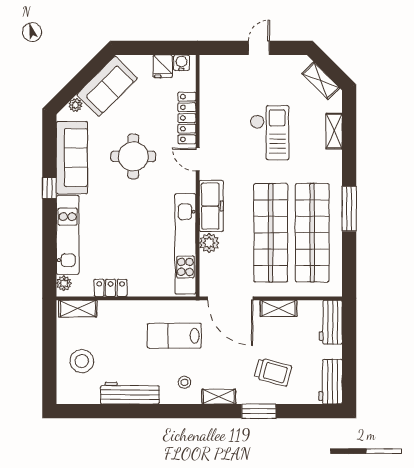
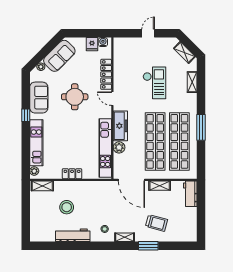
sofa: (72, 158) -> (39, 98), width x0.73
locker: (111, 288) -> (72, 174), moved
lab bench: (174, 336) -> (99, 202), removed
stool: (82, 361) -> (67, 207), moved
workbench: (331, 382) -> (190, 229), removed

